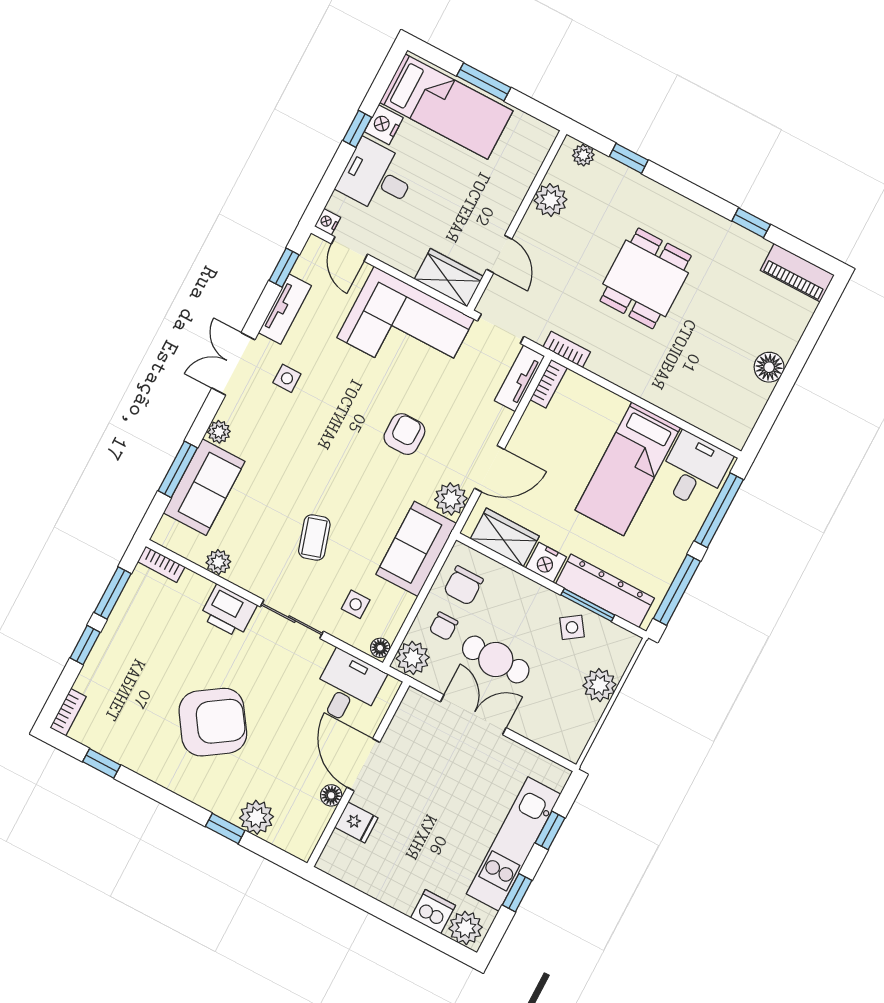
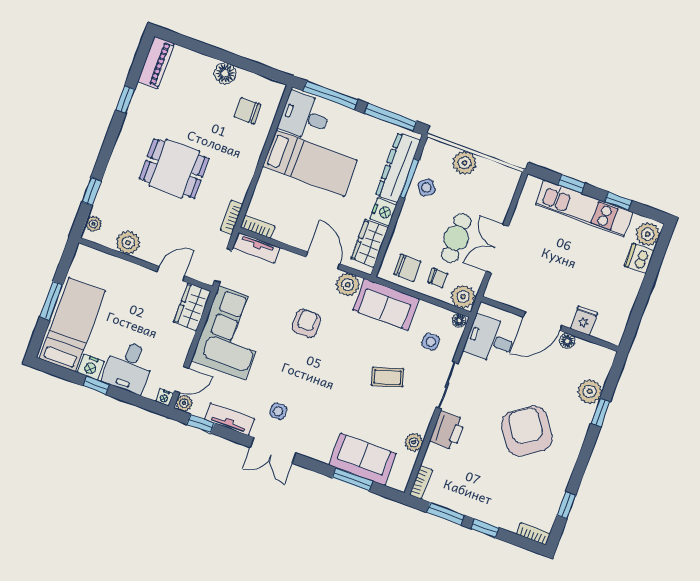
chair: (713, 392) -> (248, 111), added
plant: (219, 432) -> (184, 403), moved
armchair: (404, 434) -> (306, 323), turned 90

